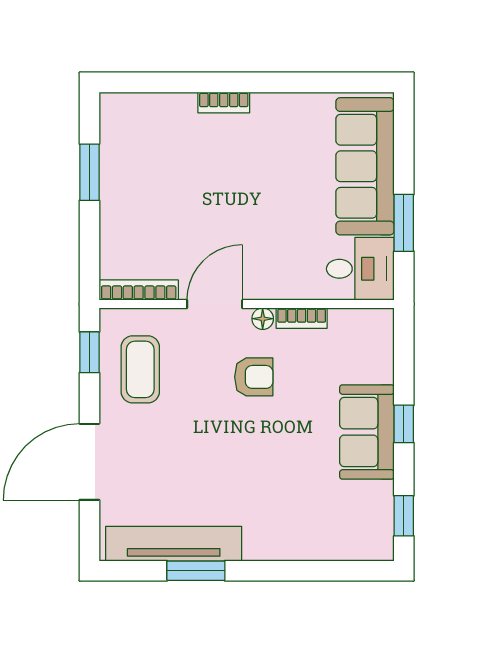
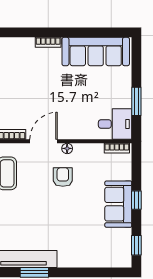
sofa: (365, 166) -> (96, 52), moved, turned -90
bookcase: (302, 318) -> (117, 148), moved
armchair: (254, 377) -> (63, 177), turned -90

